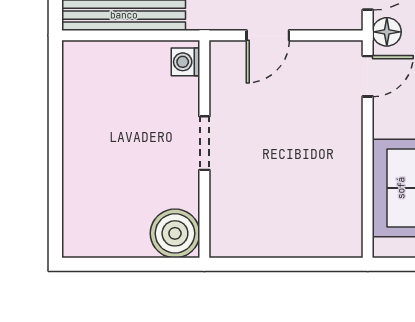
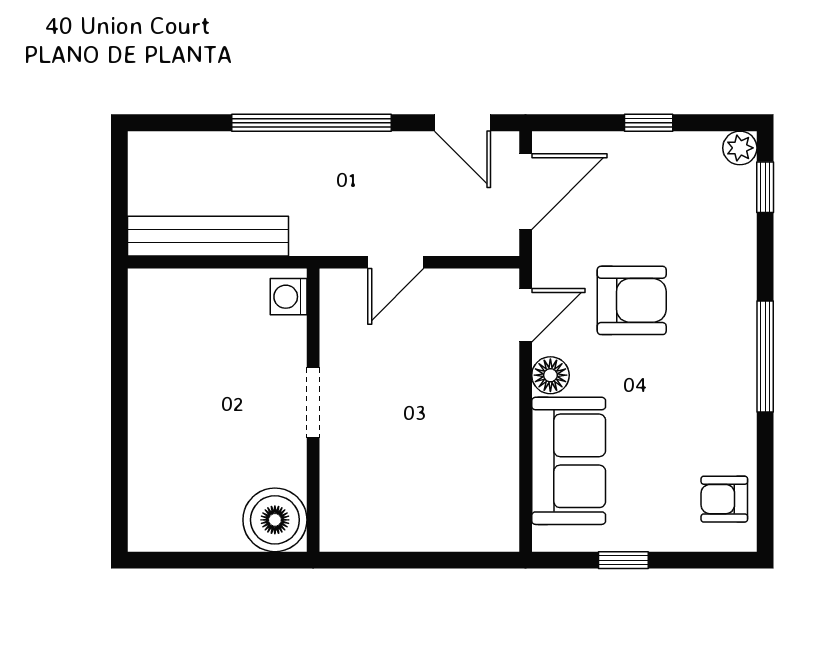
floor lamp: (387, 32) -> (550, 375), moved

